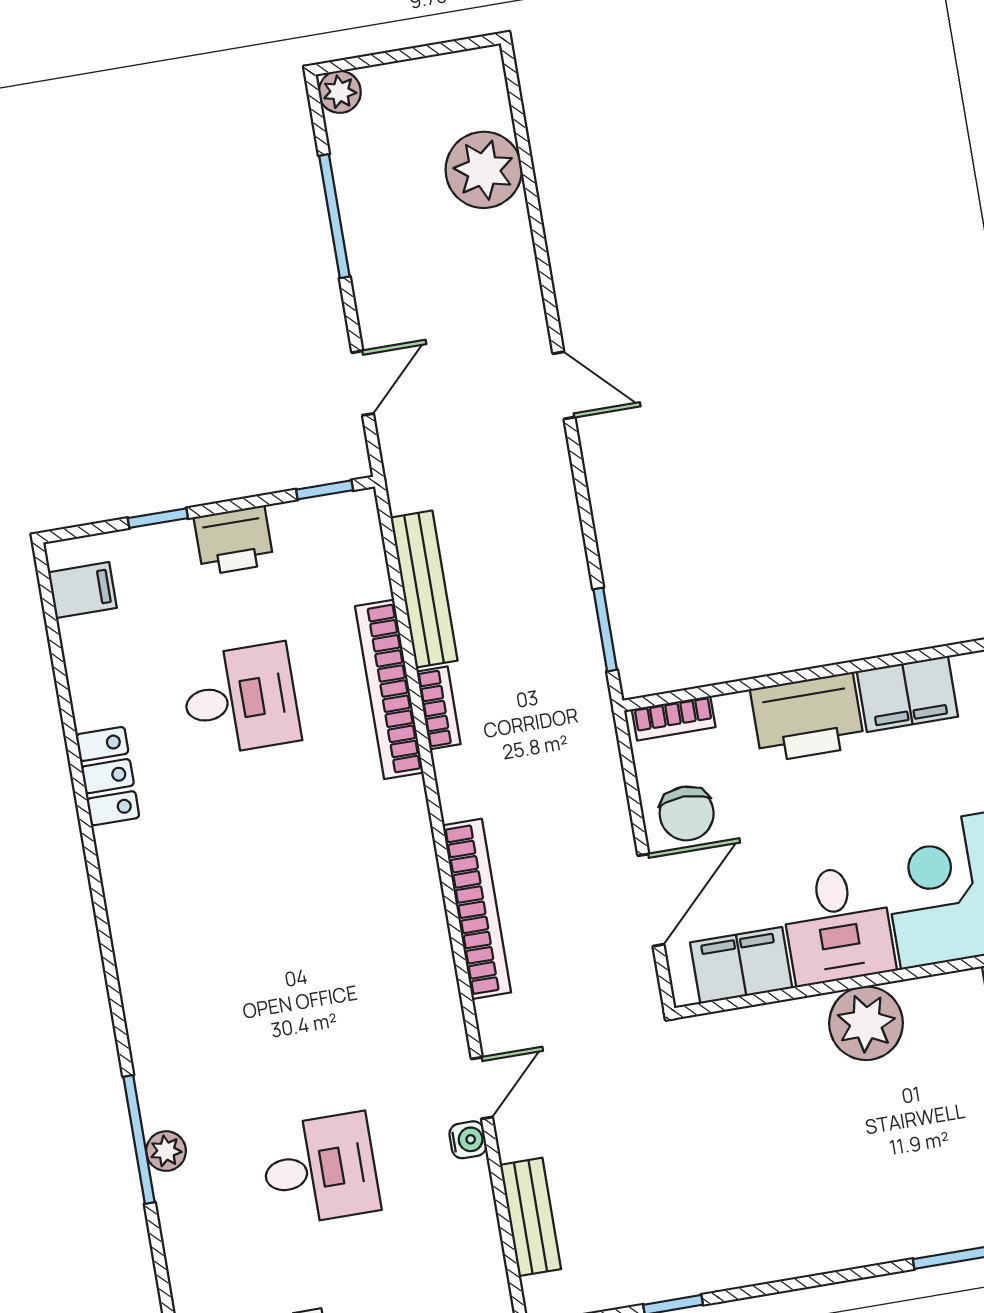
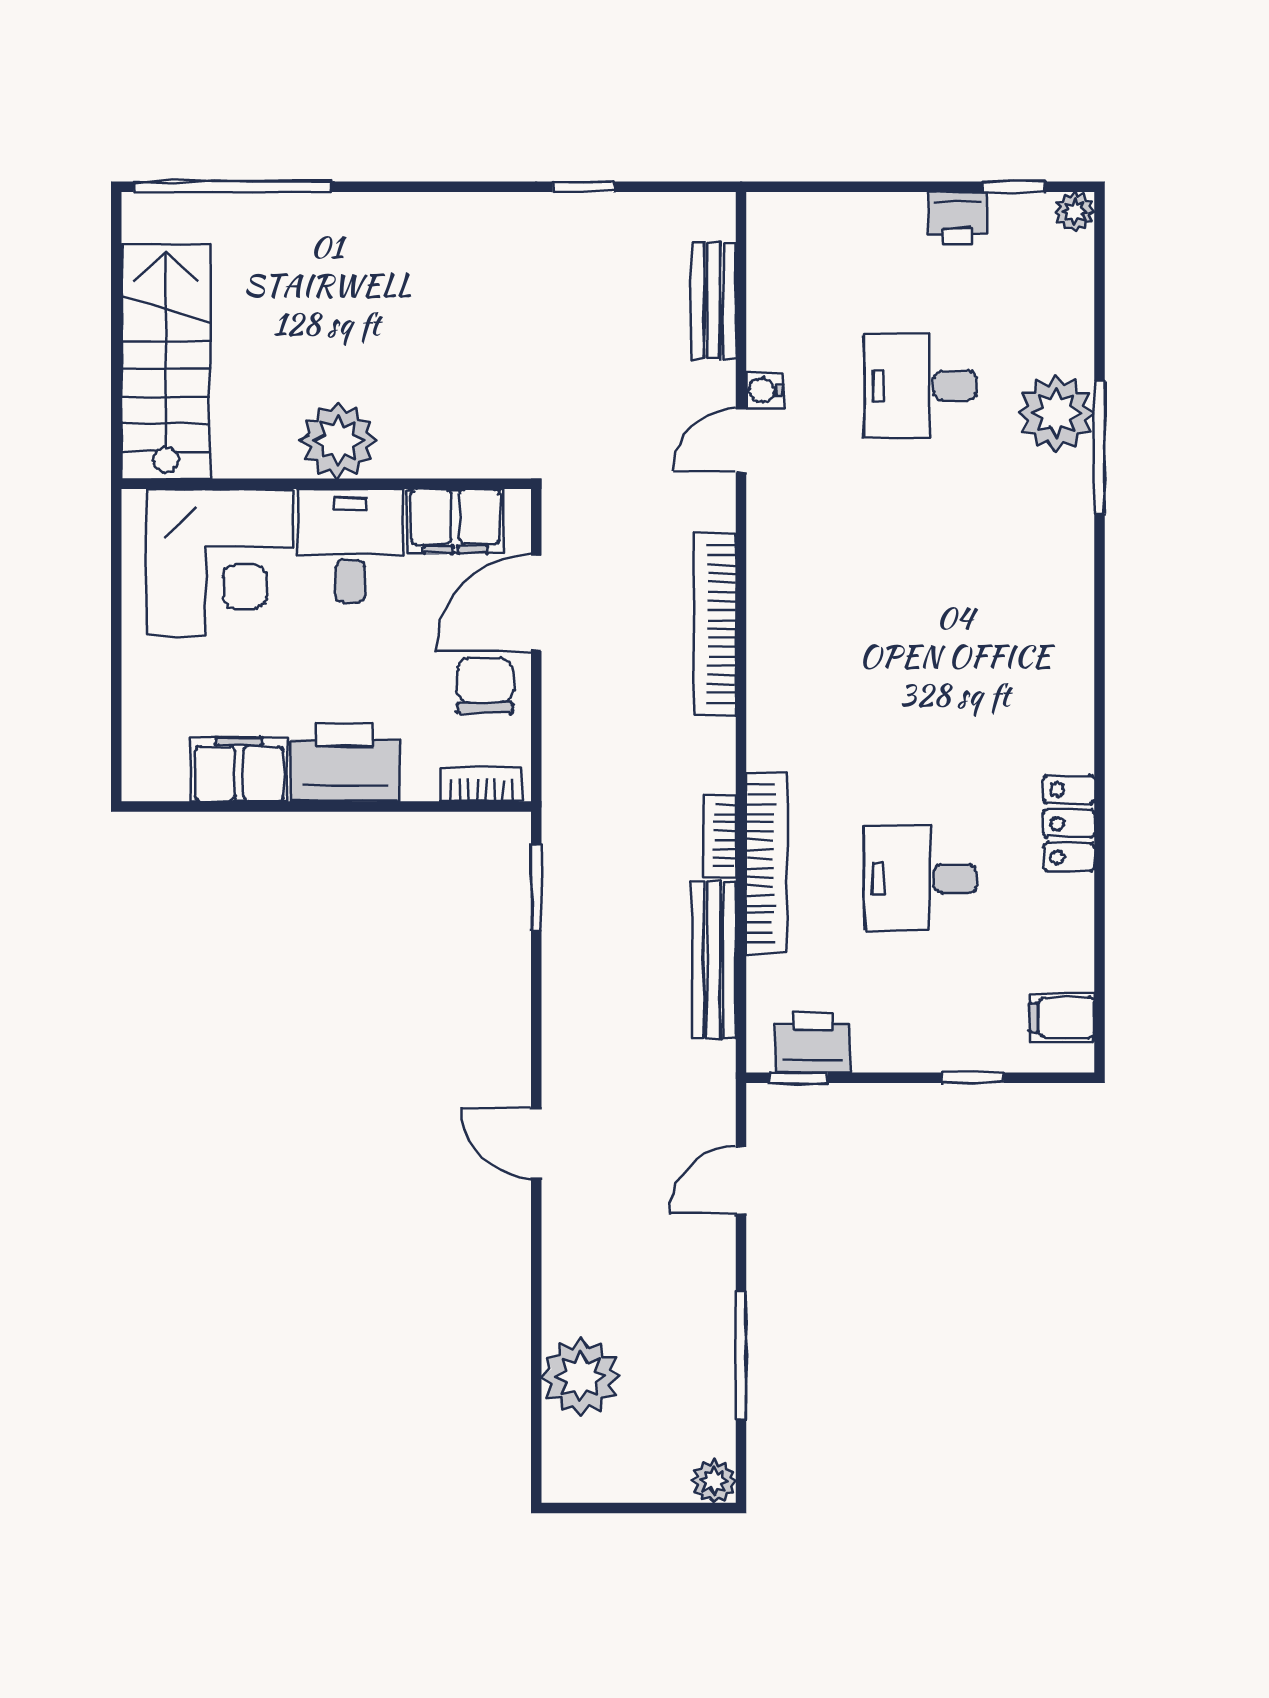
printer: (234, 540) -> (813, 1042), moved
plant: (166, 1151) -> (1056, 413), width x1.88, depth x1.88

